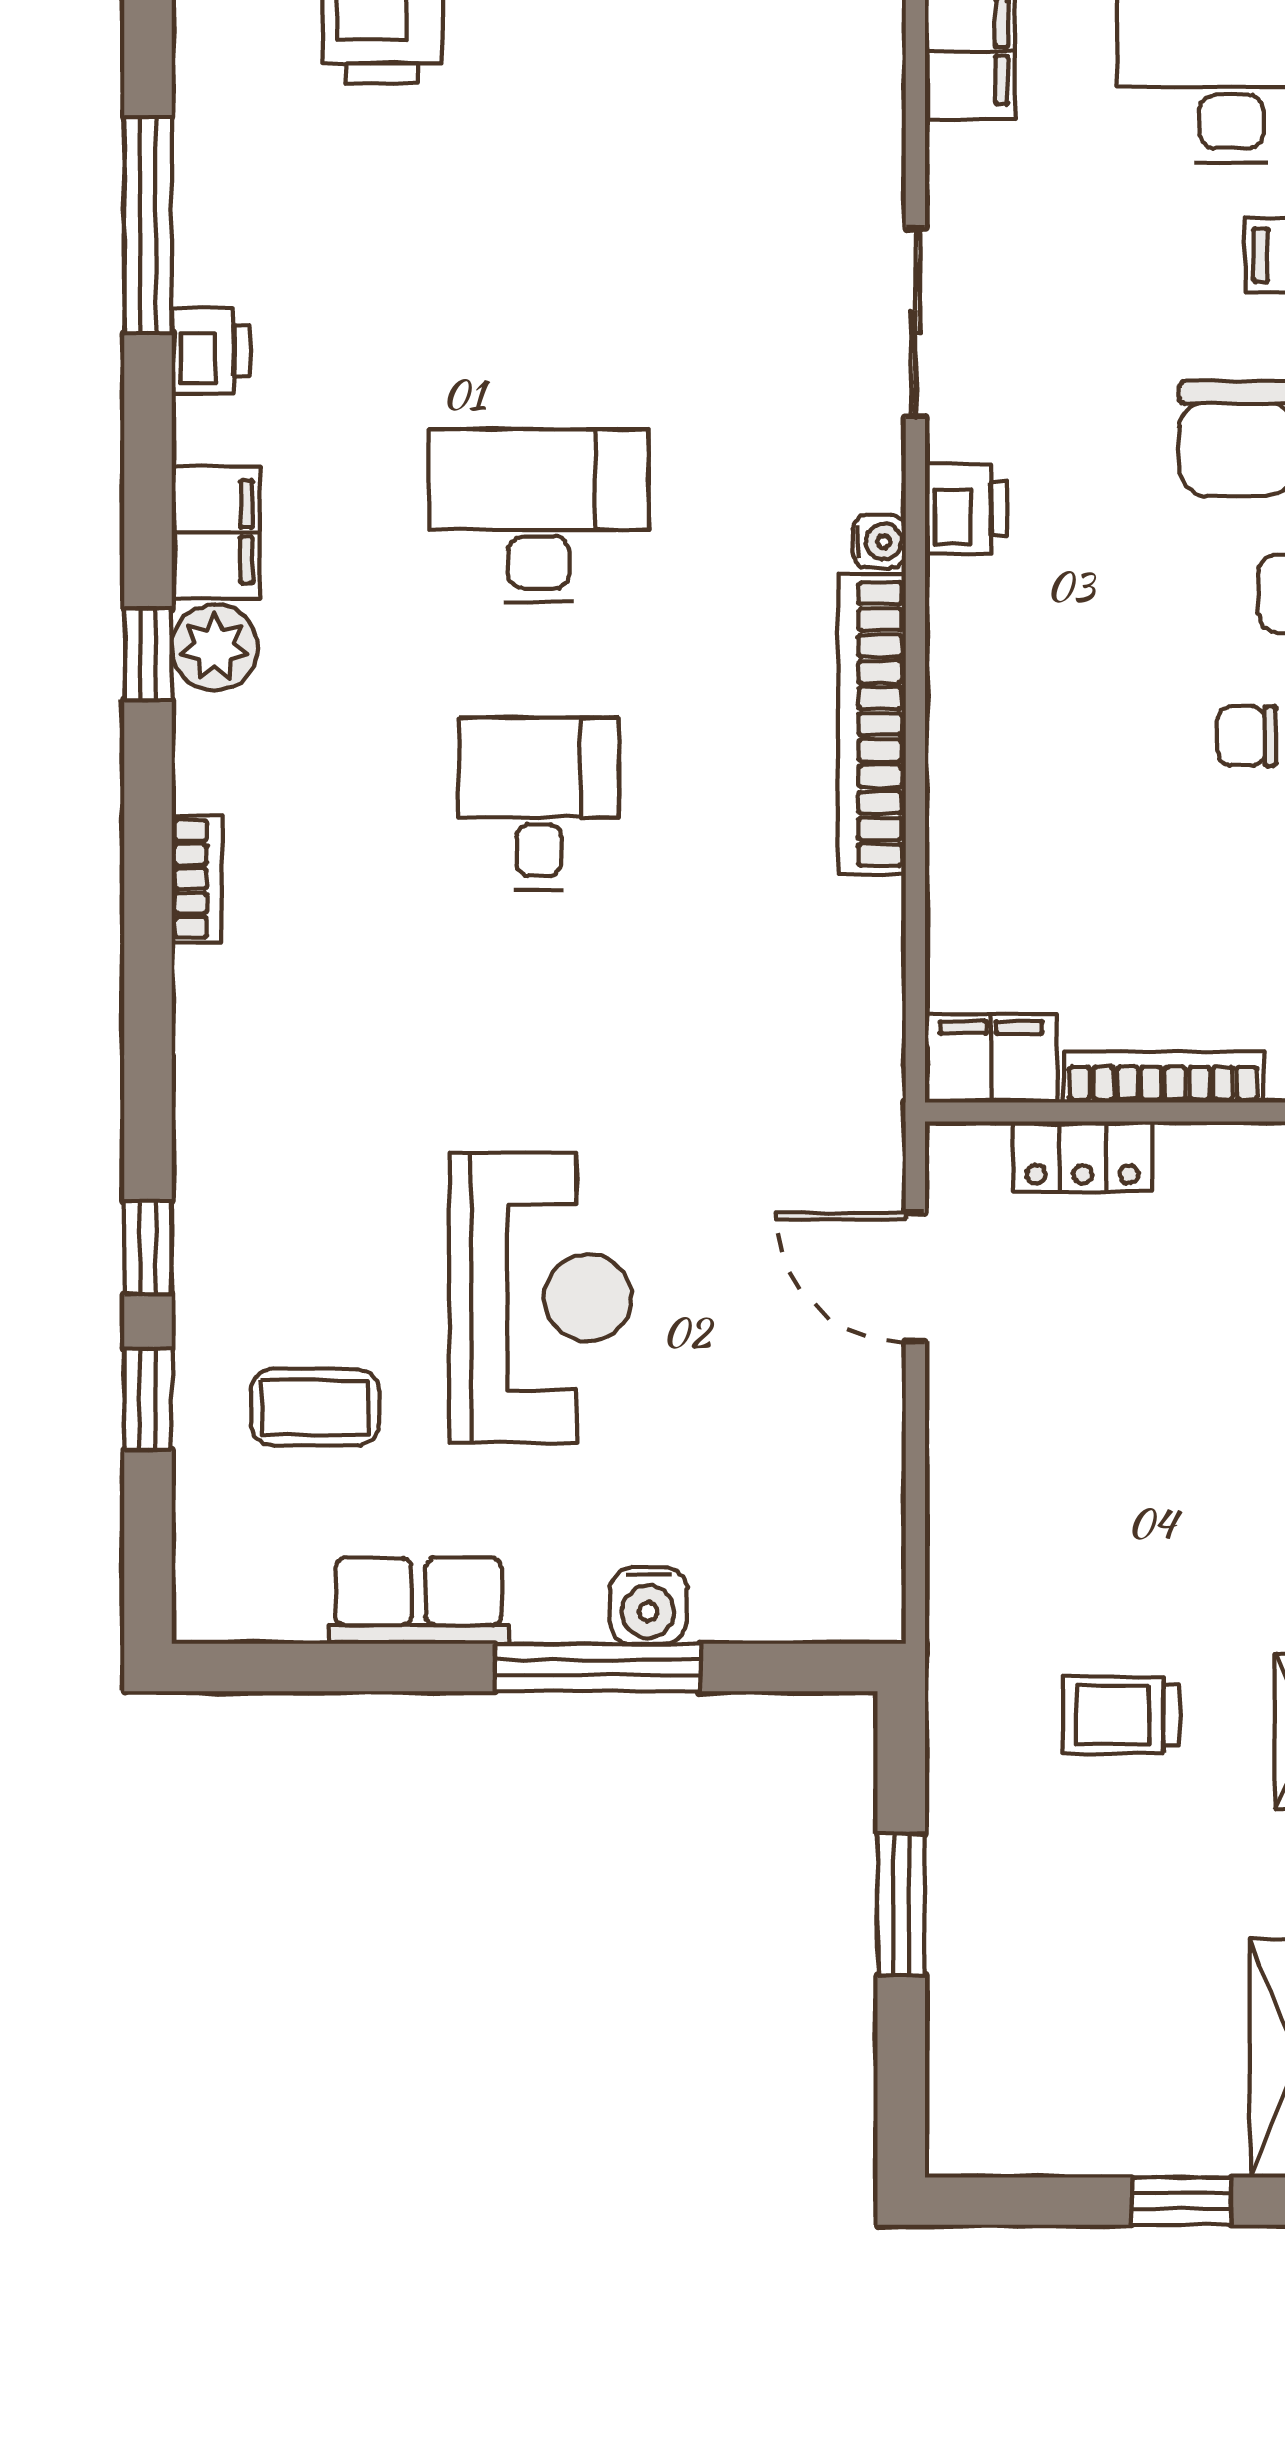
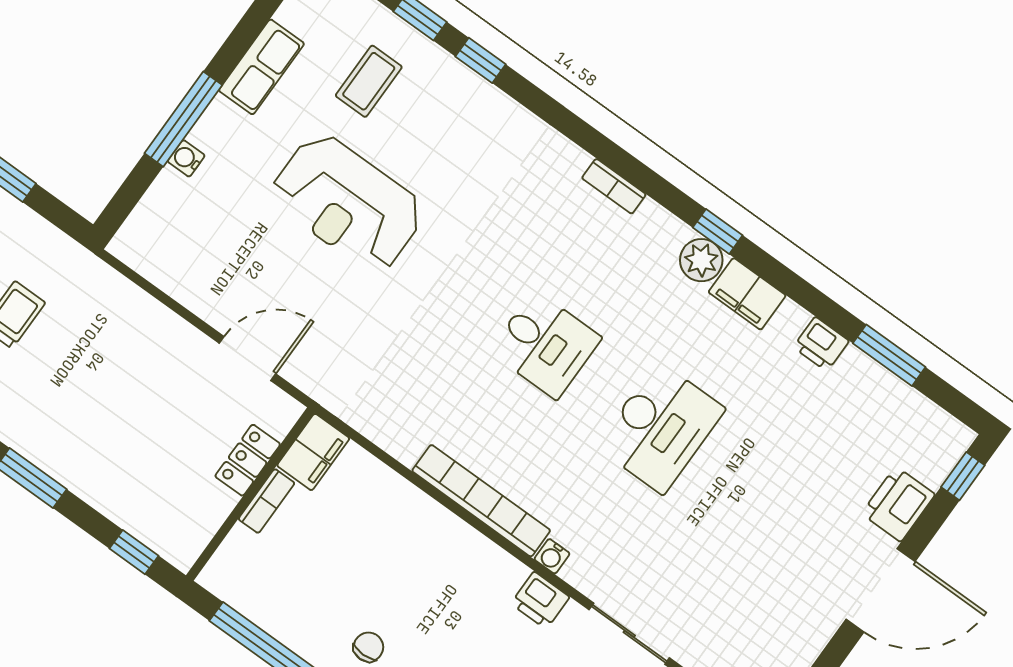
window: (148, 225) -> (889, 355), width x0.69
bookcase: (1163, 1077) -> (267, 501), width x0.64
water cooler: (648, 1606) -> (186, 158), width x0.72, depth x0.72

